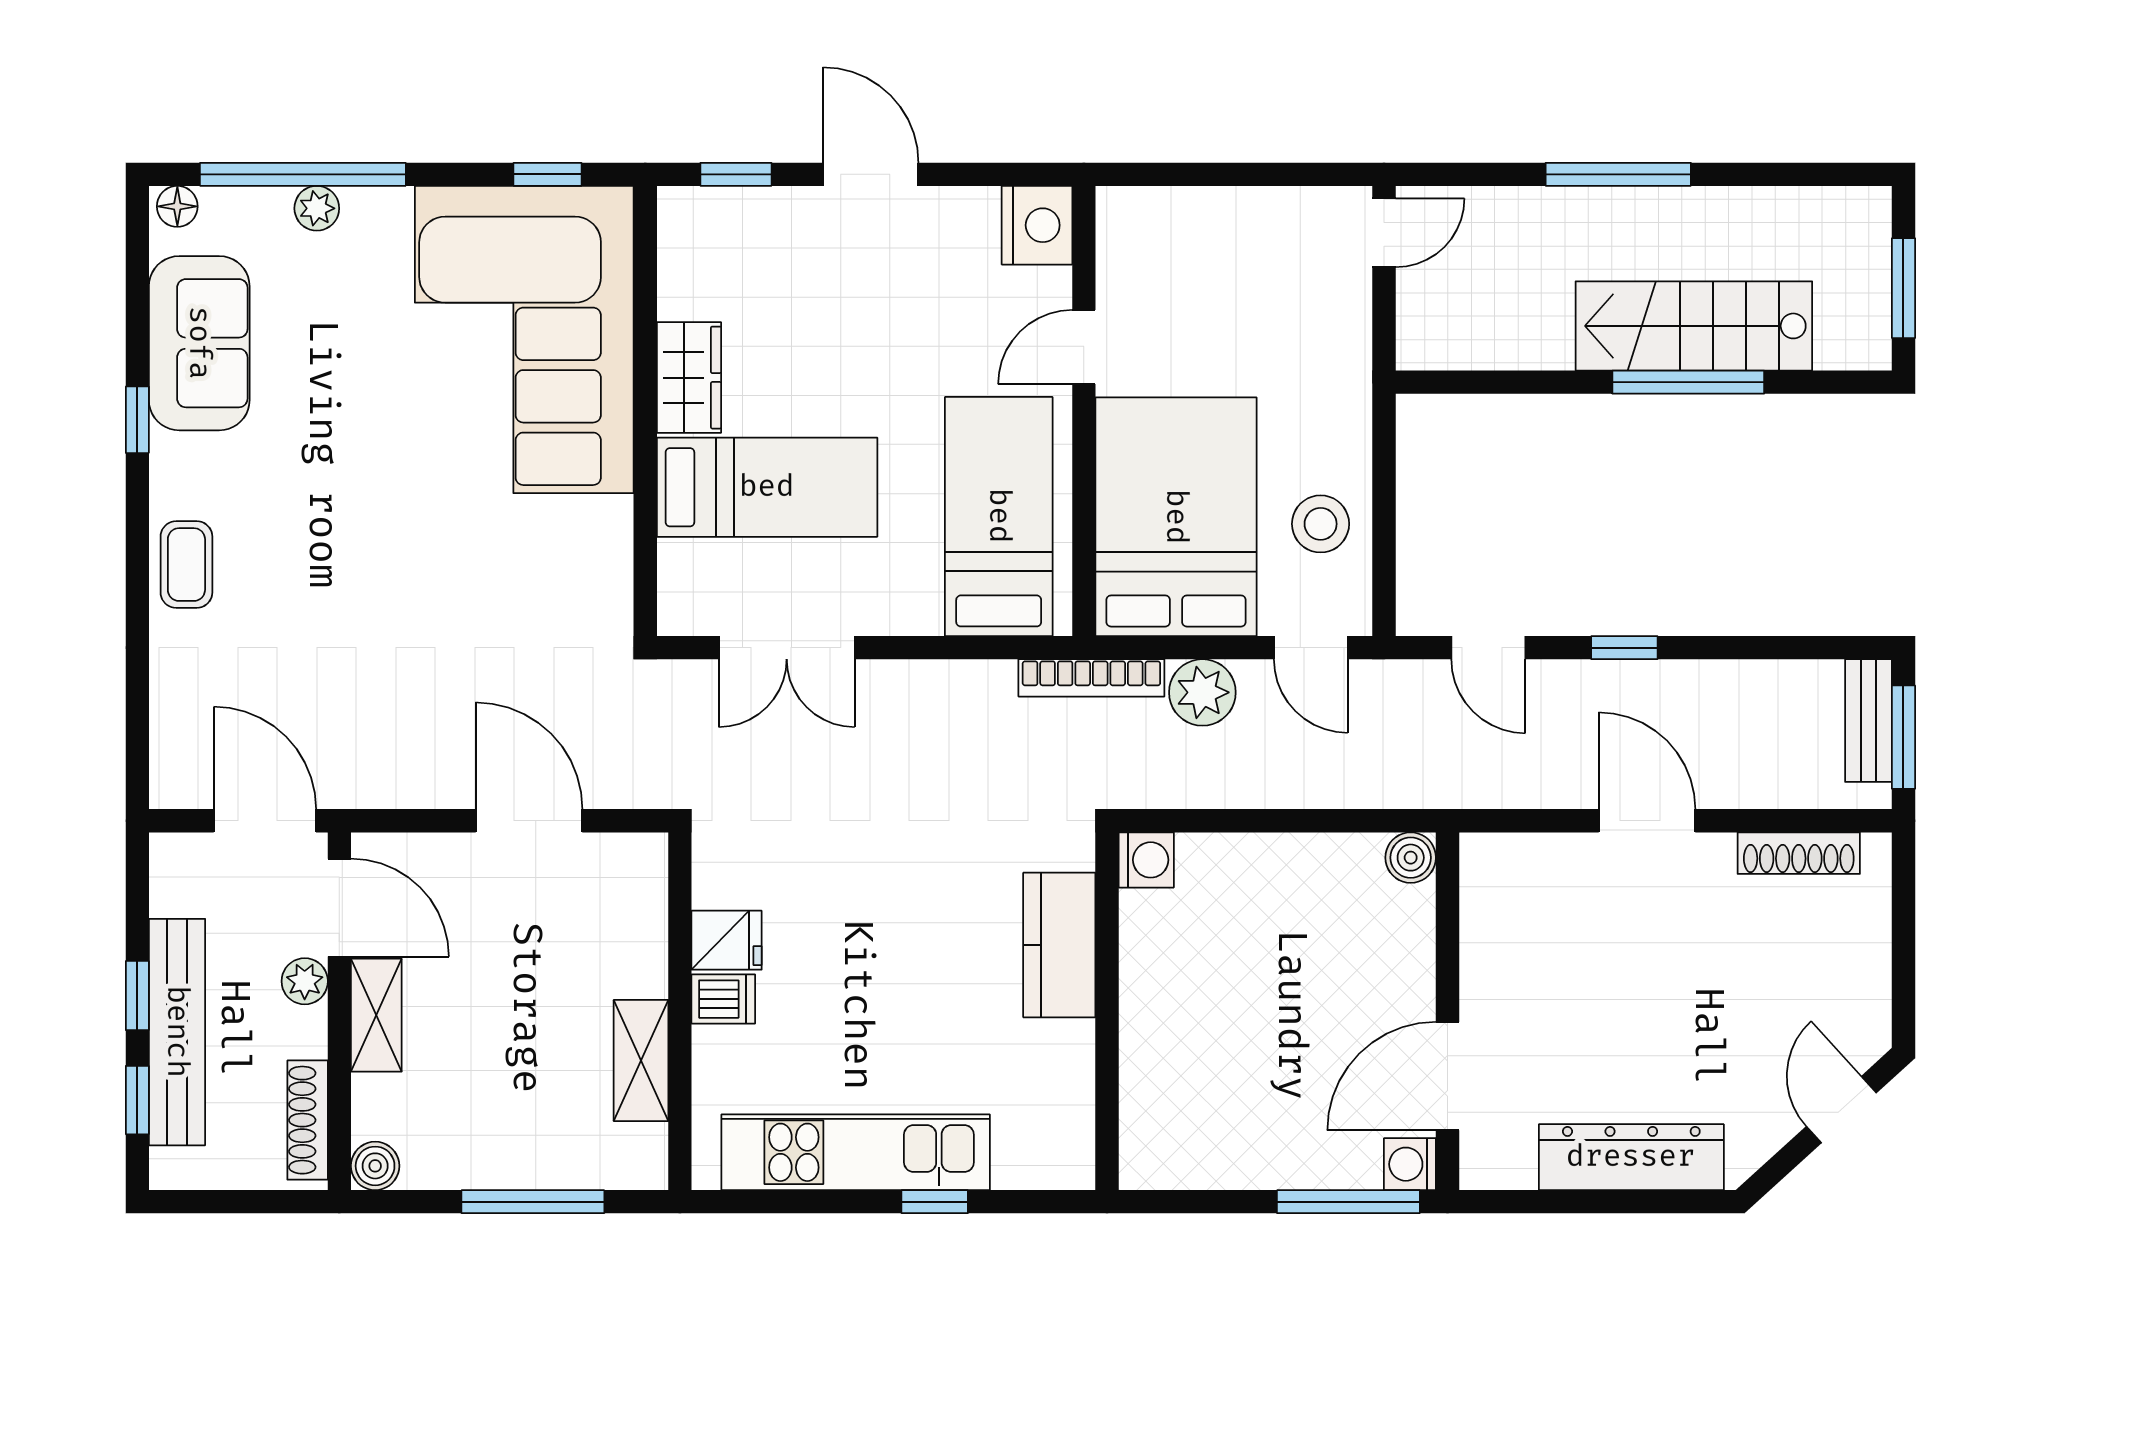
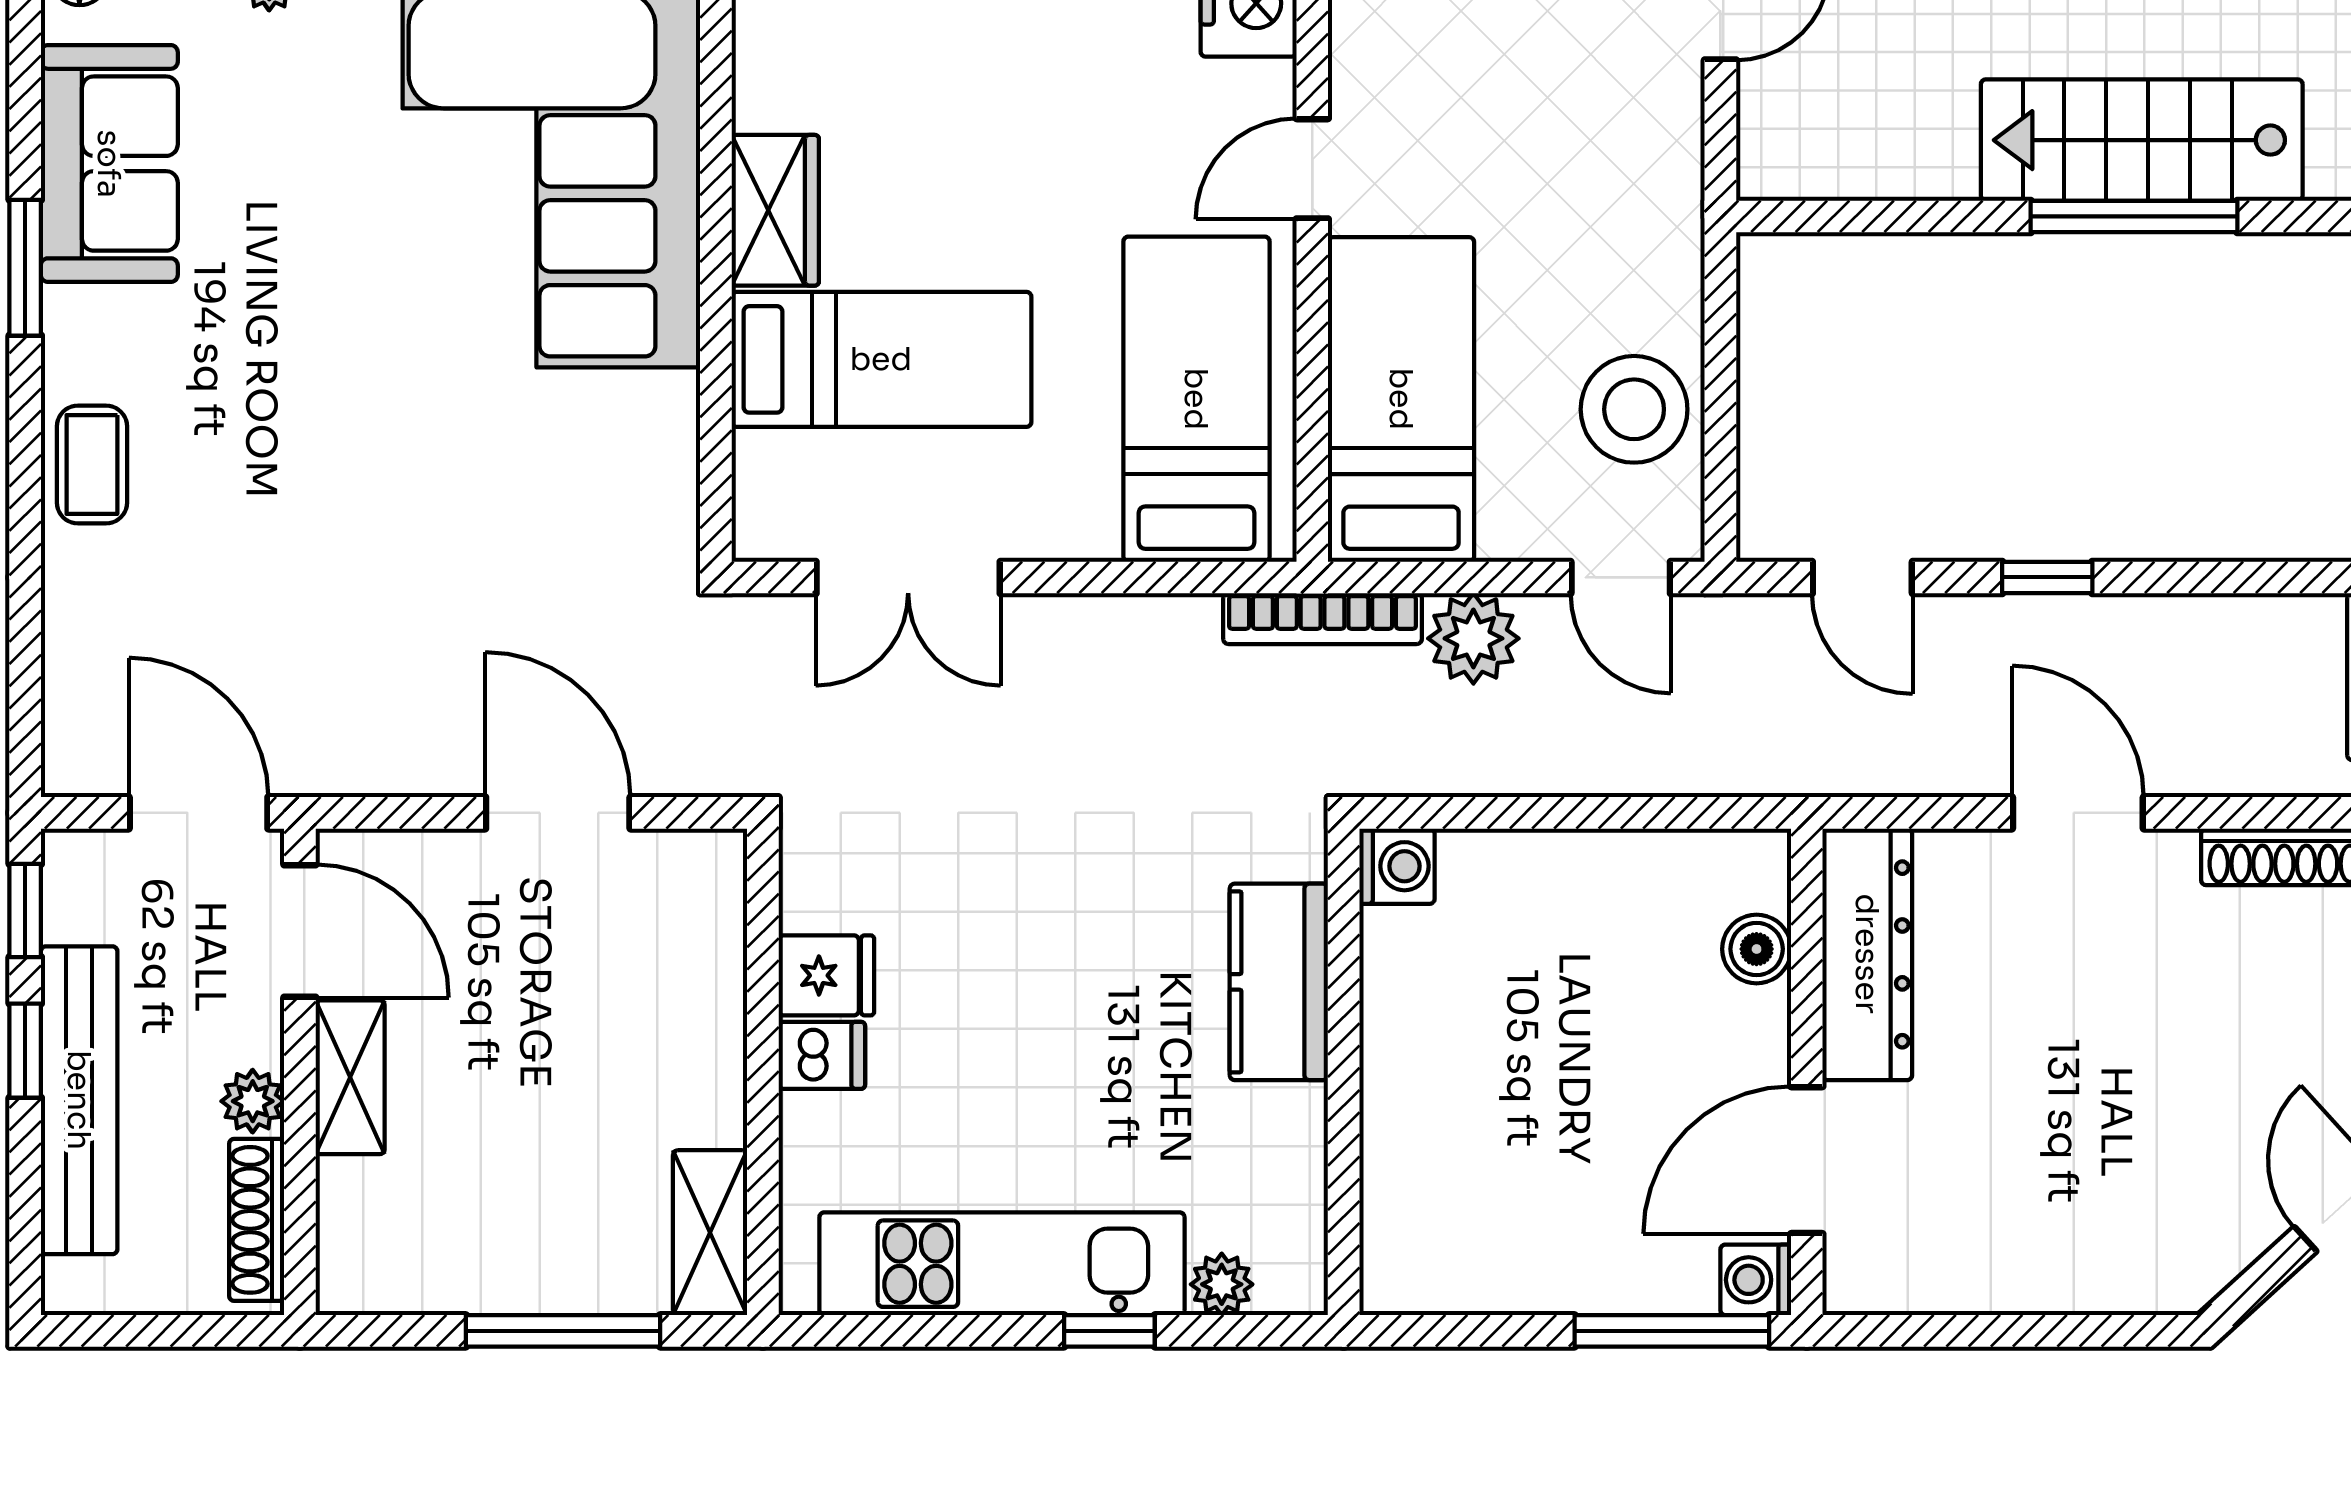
window: (137, 420) -> (25, 268), width x1.50
bed: (1176, 517) -> (1401, 399), width x0.67
stool: (1321, 524) -> (1634, 409), width x1.38, depth x1.38
boiler: (1411, 858) -> (1757, 949), moved
plant: (305, 981) -> (253, 1101), moved
shelving: (641, 1061) -> (710, 1233), moved
window: (137, 1100) -> (25, 911), moved
dresser: (1631, 1157) -> (1867, 954), moved, turned 90
boiler: (375, 1166) -> (349, 1282), removed
plant: (1017, 1167) -> (1222, 1284), added

